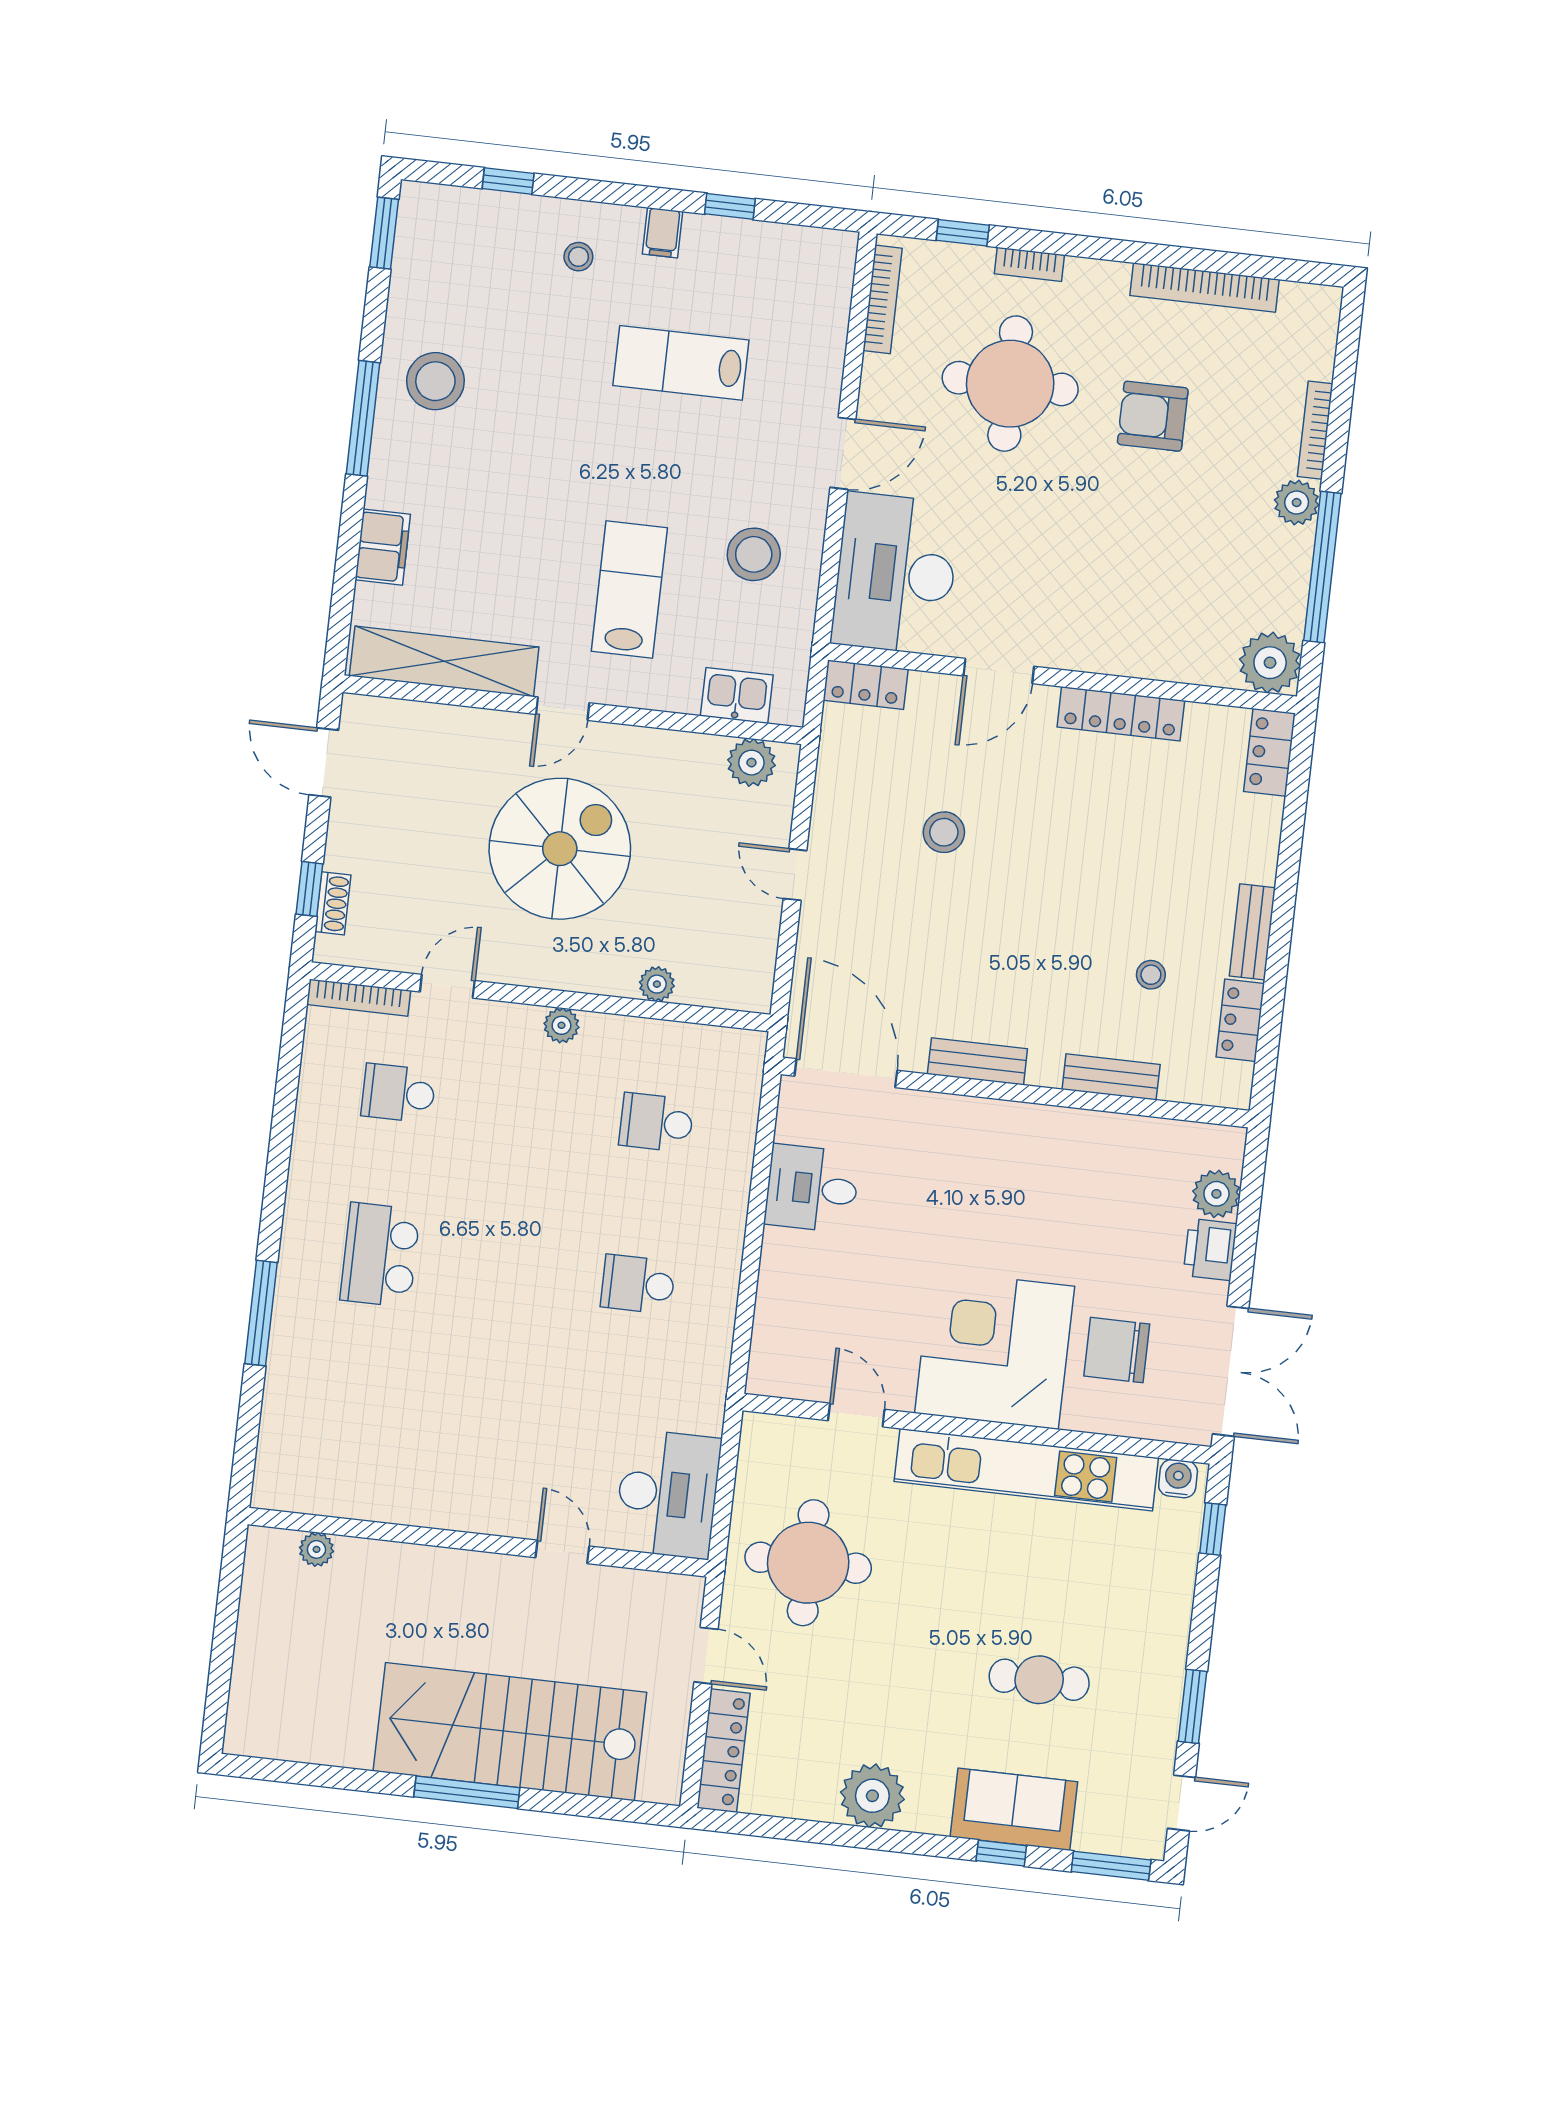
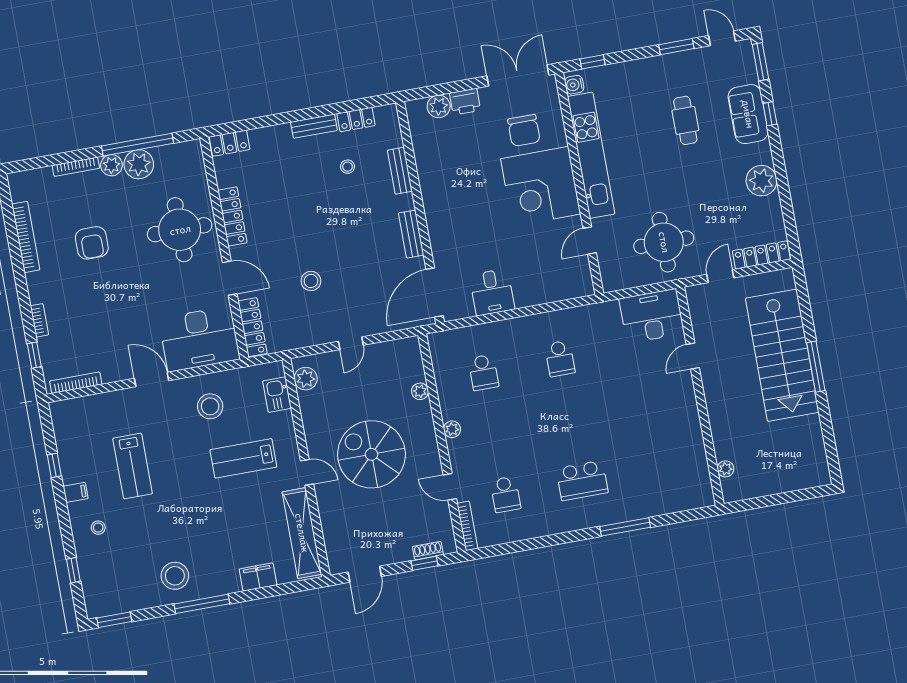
round table: (1010, 384) -> (180, 230), moved
plant: (1270, 663) -> (139, 164), moved
locker: (866, 685) -> (252, 327), width x1.53

